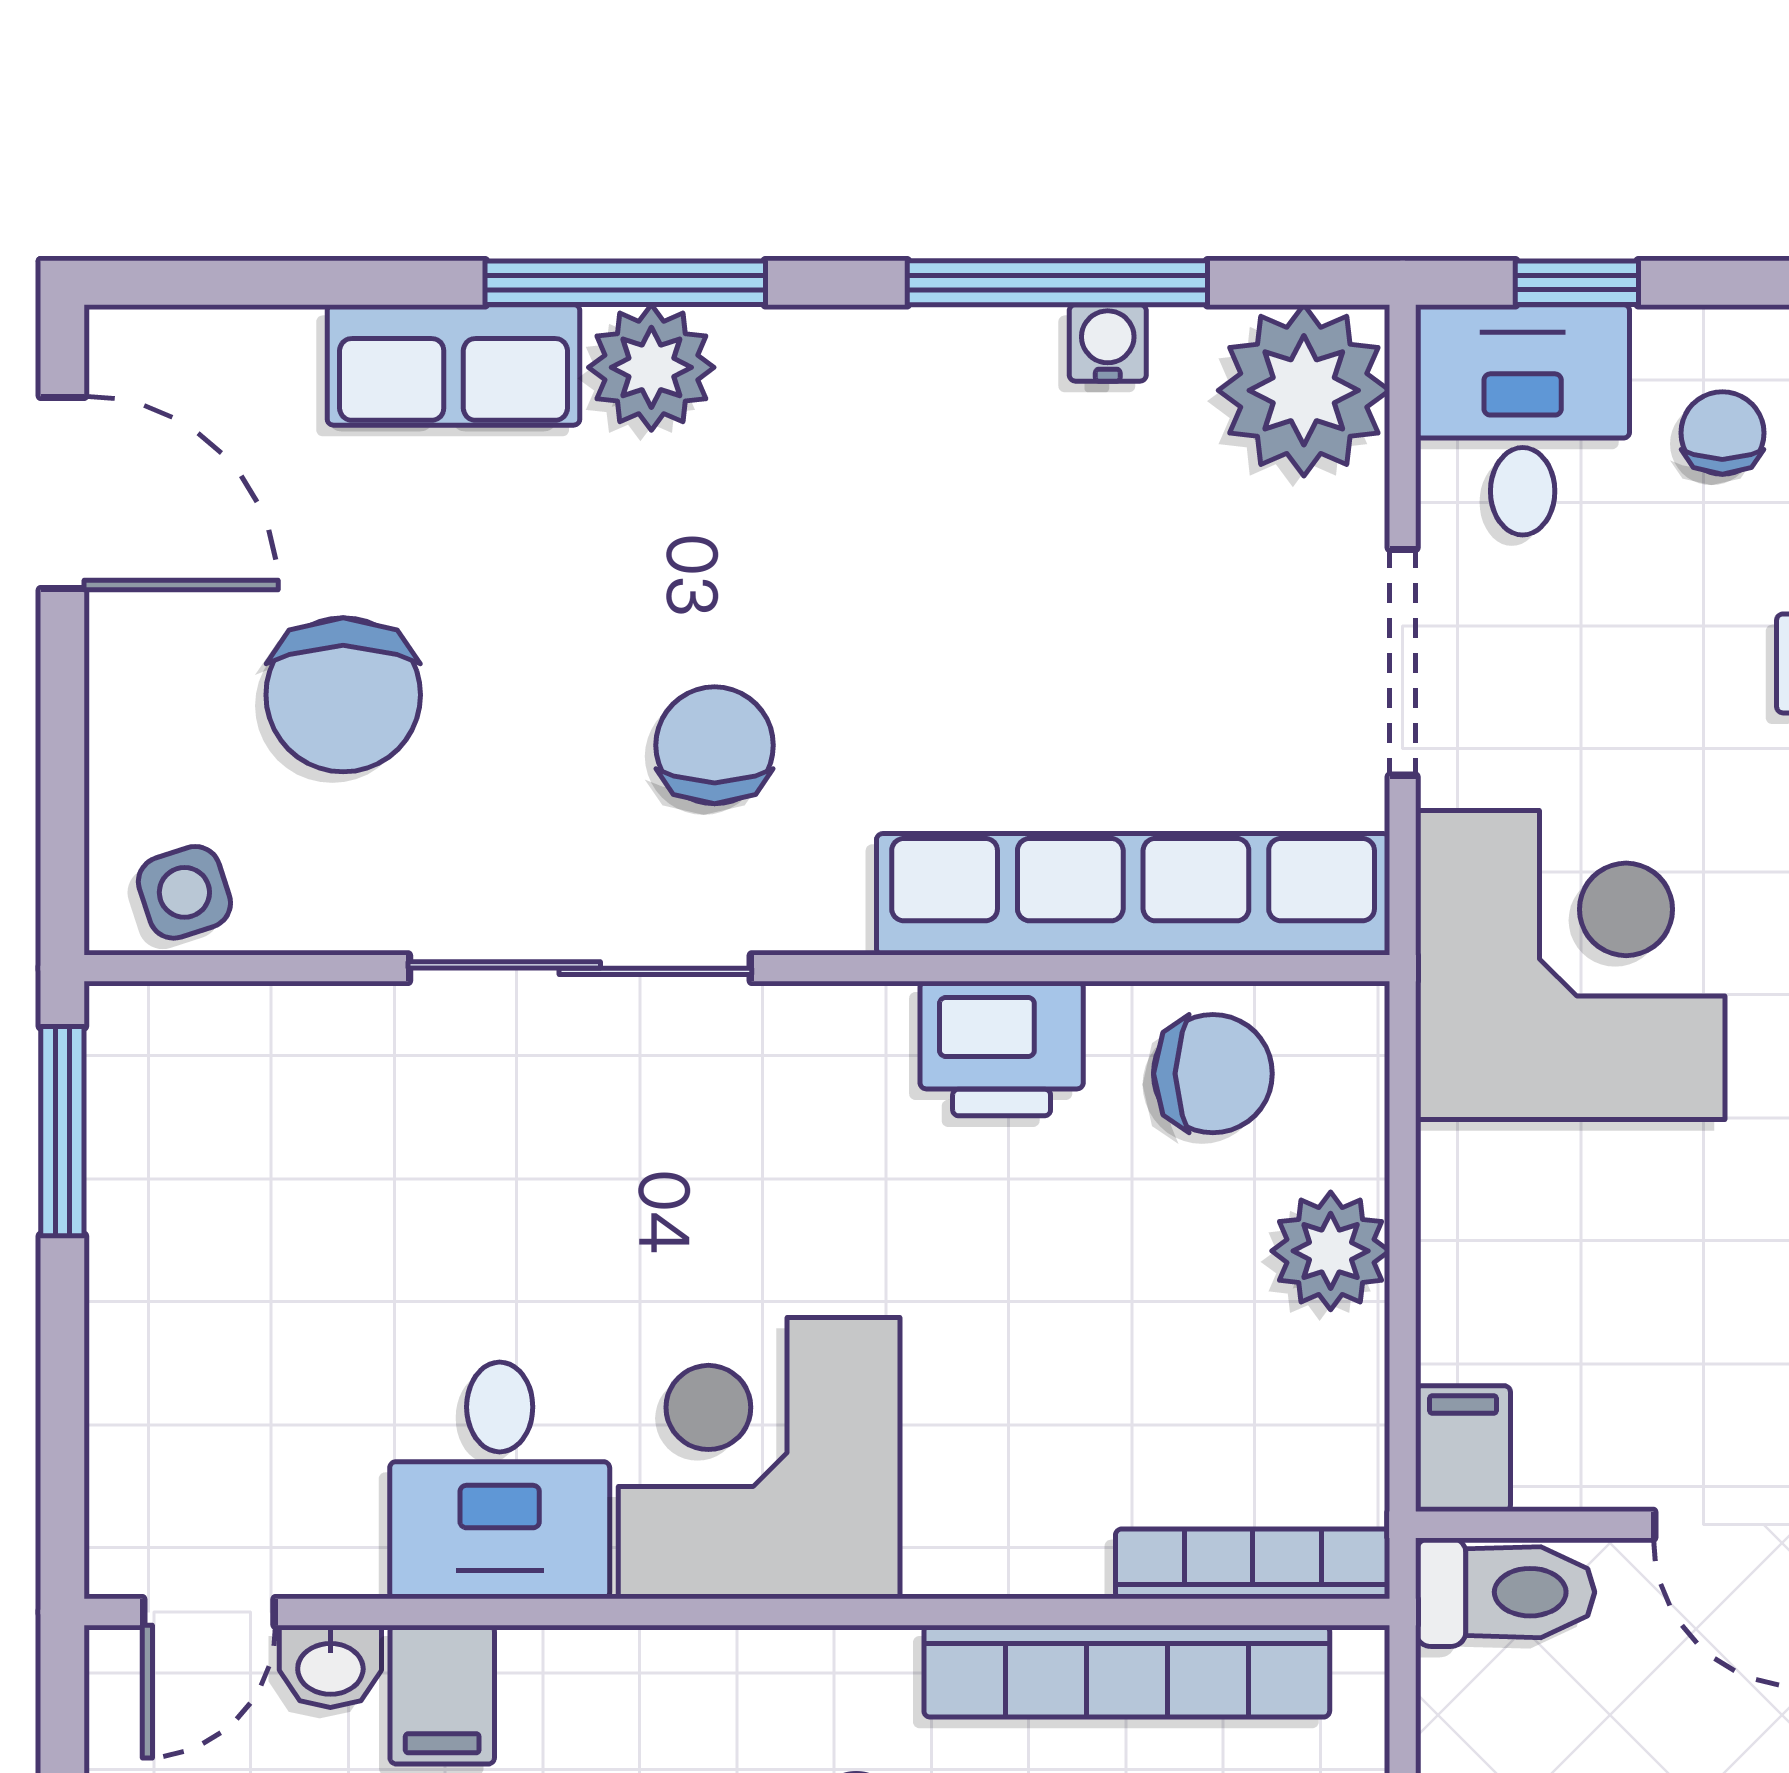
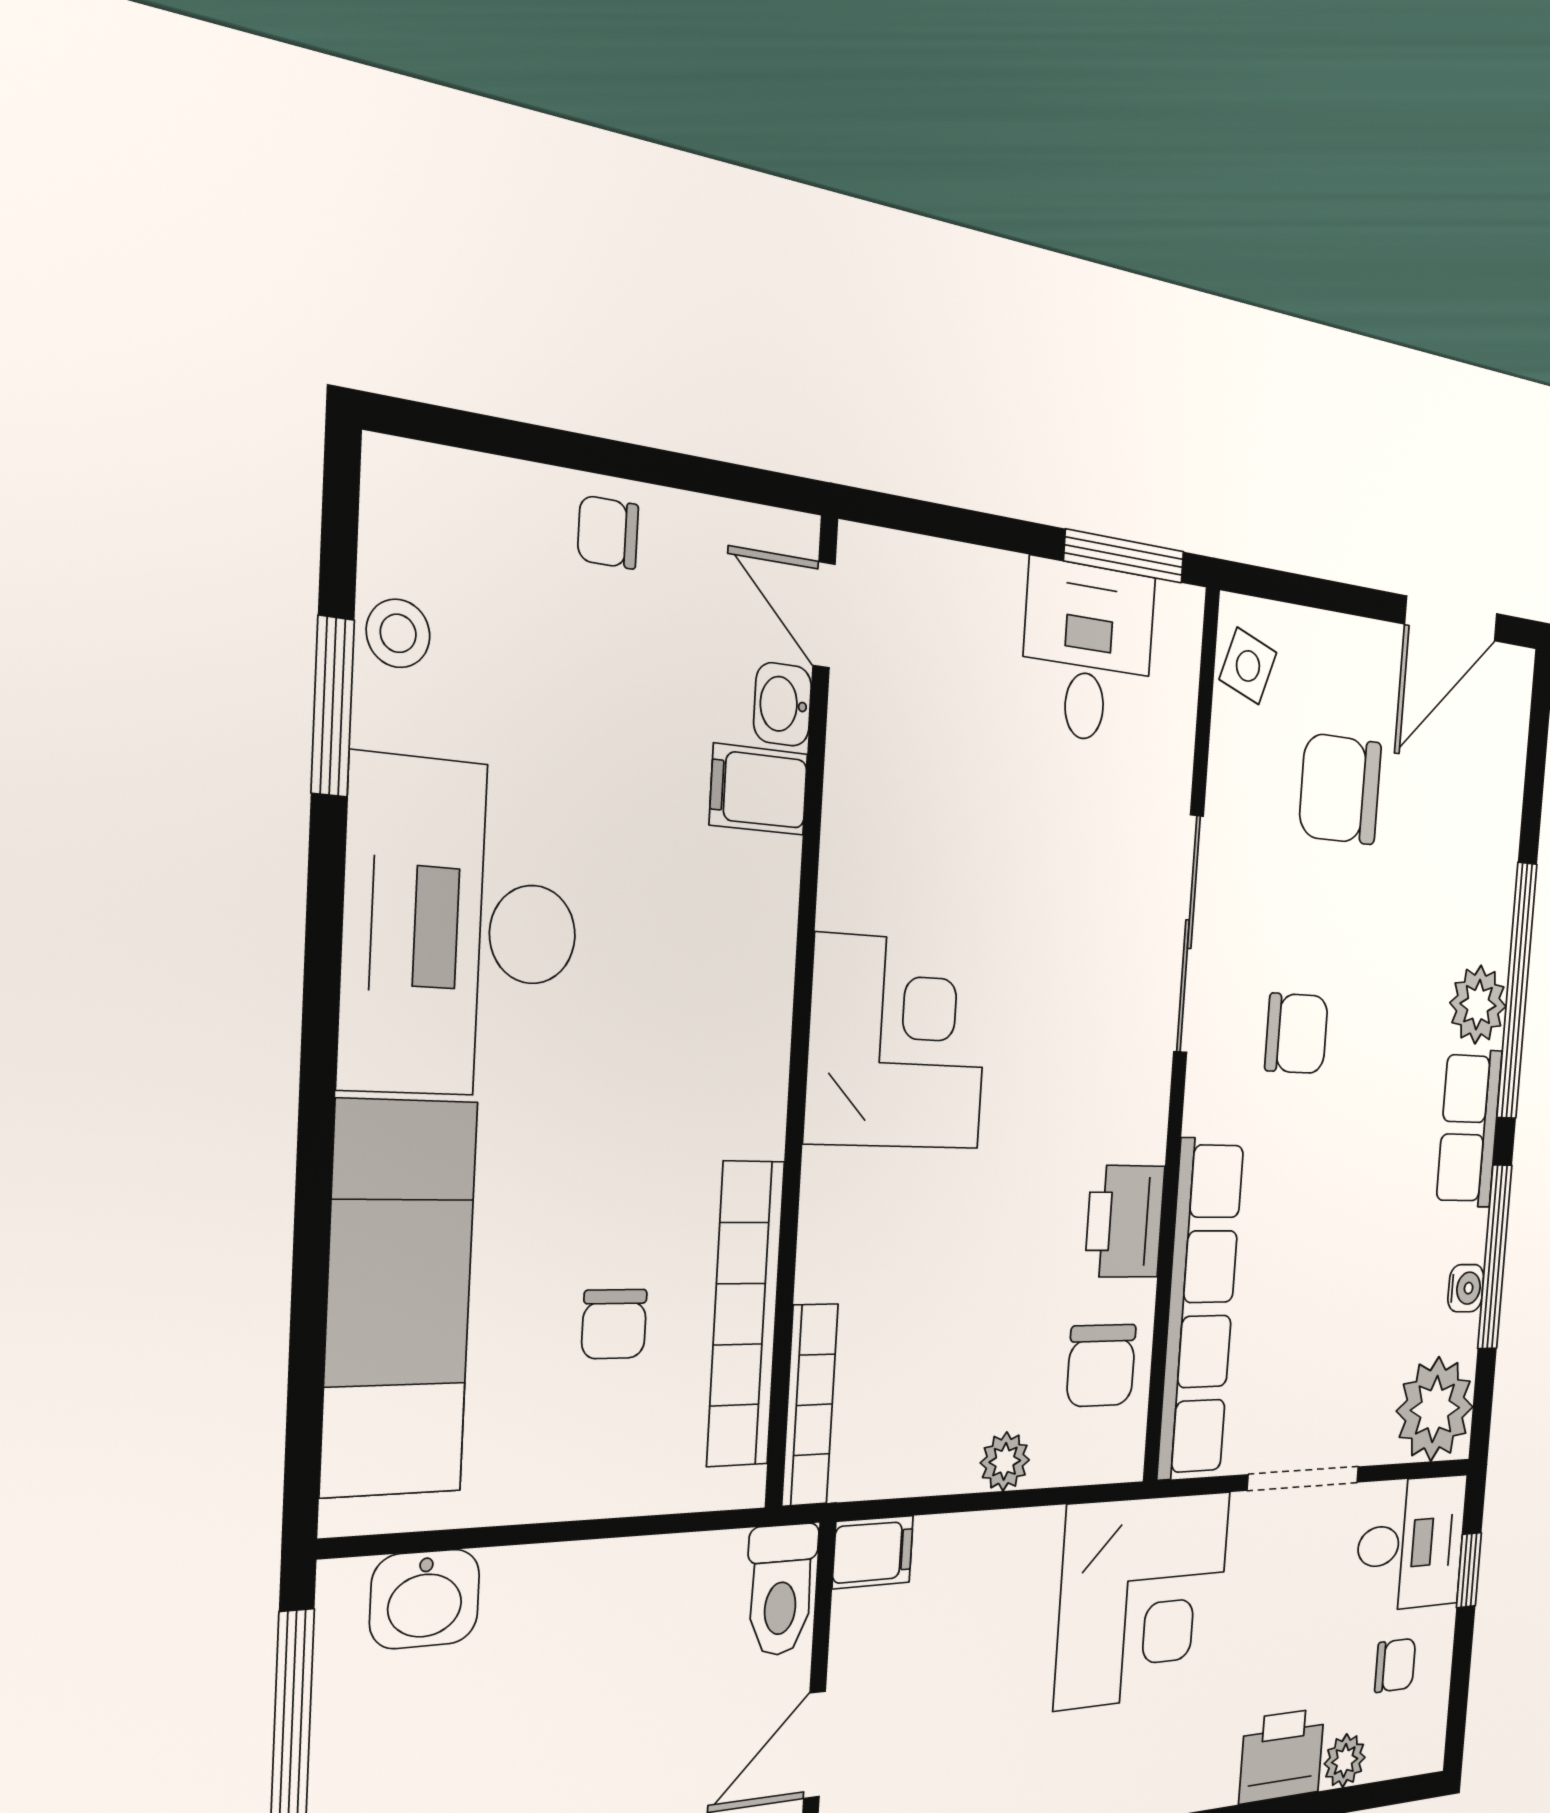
window: (625, 283) -> (1517, 991), width x1.46
row of seats: (454, 365) -> (1469, 1128), moved
side table: (184, 892) -> (1248, 666), turned 37
plant: (1331, 1251) -> (1005, 1461), width x0.73, depth x0.73
desk: (500, 1480) -> (1088, 653), moved, turned 90

